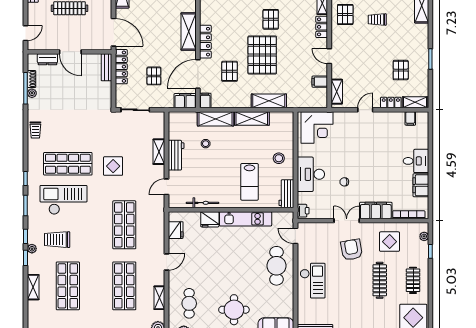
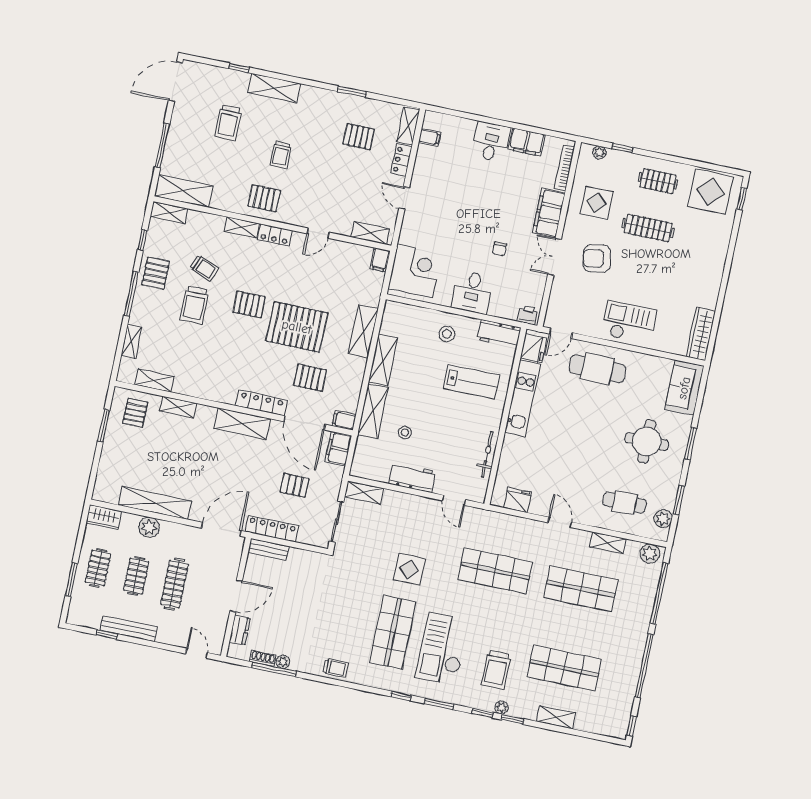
filing cabinet: (320, 82) -> (380, 260), moved
shelving: (159, 152) -> (364, 492), moved
desk: (311, 174) -> (472, 292), width x0.73
fridge: (210, 219) -> (533, 348), moved

